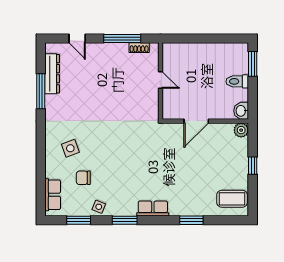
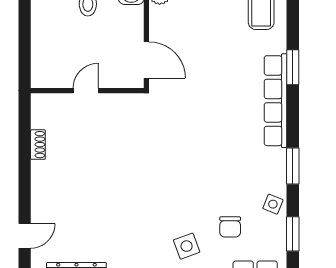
window: (122, 39) -> (25, 169), removed
door: (160, 80) -> (86, 91), moved
wall: (160, 81) -> (87, 91), moved
row of seats: (153, 208) -> (275, 101), width x2.02

